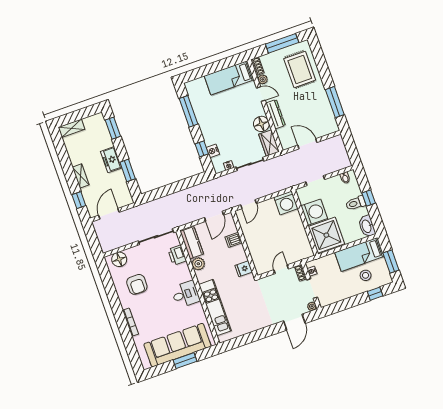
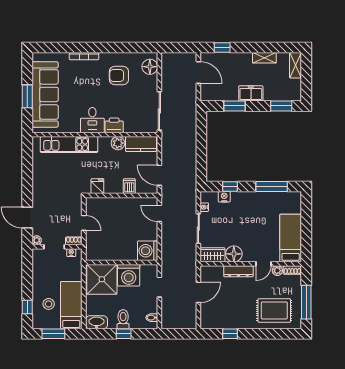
window: (335, 102) -> (230, 334), width x0.46
shelving: (81, 176) -> (264, 58), moved
printer: (177, 255) -> (114, 125), moved

